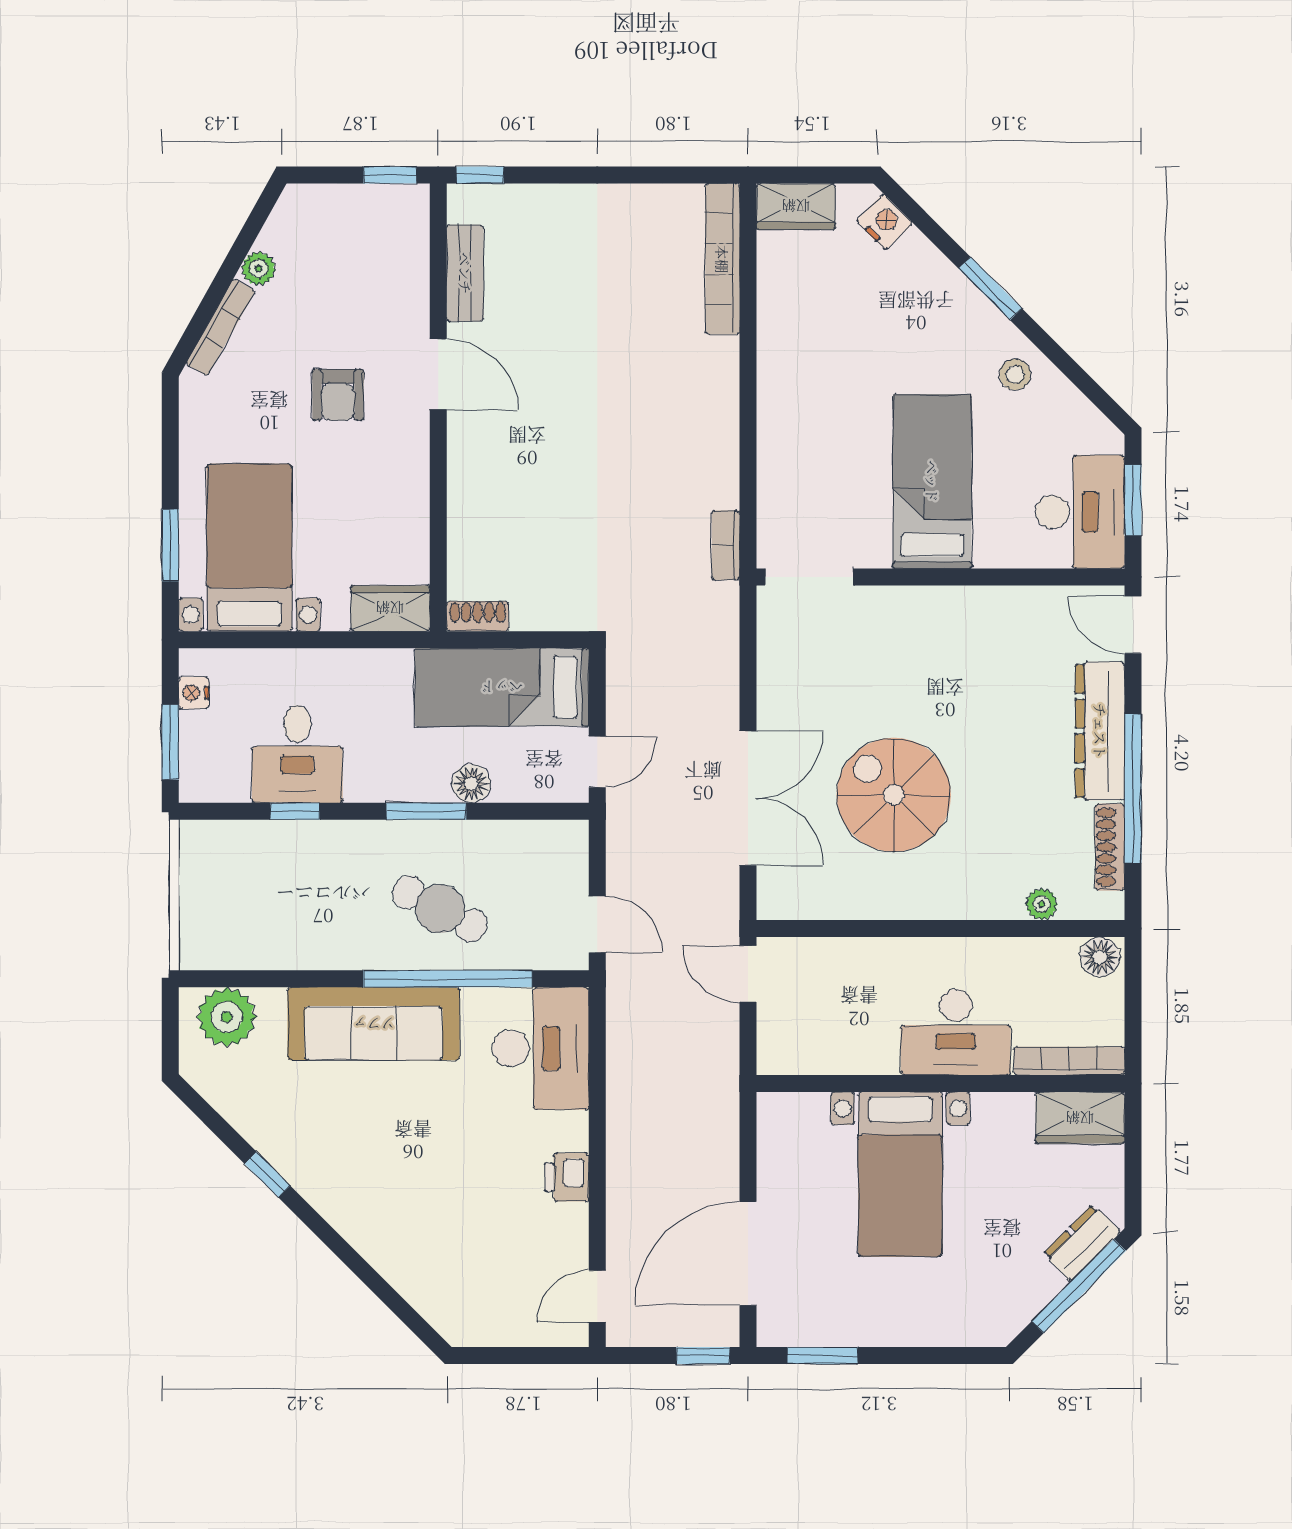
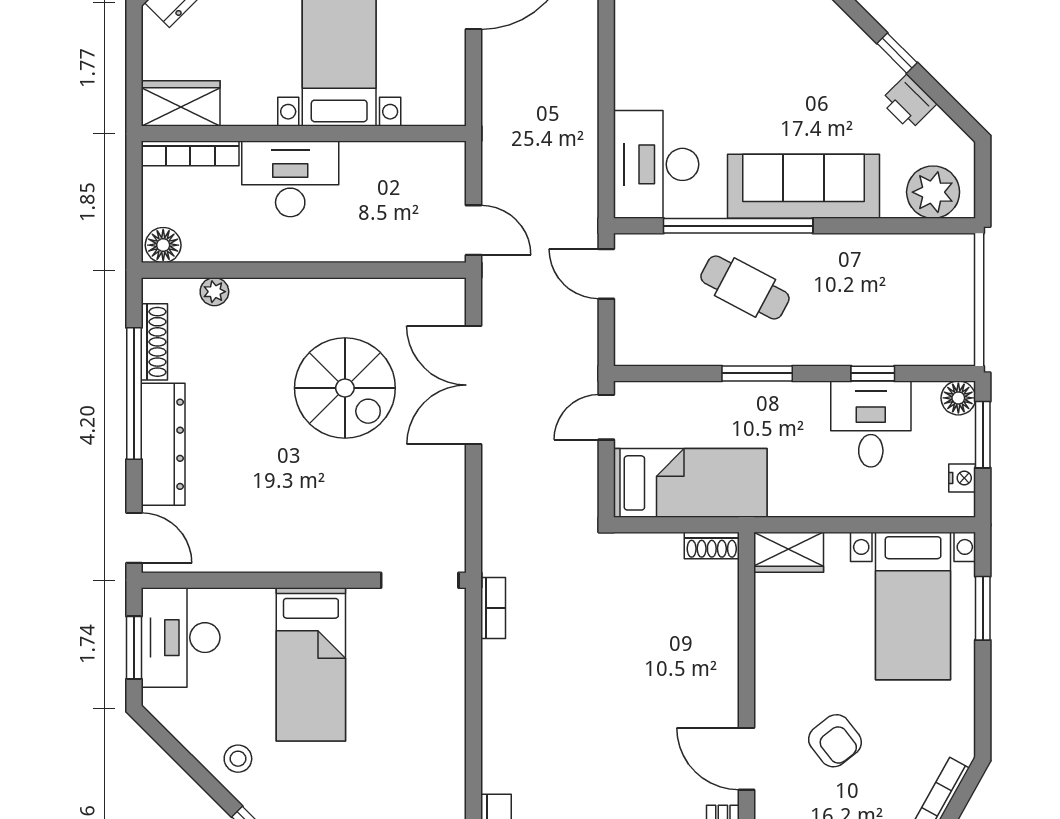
armchair: (338, 395) -> (835, 741), turned 142
floor lamp: (471, 784) -> (958, 398), moved
printer: (567, 1177) -> (908, 102), moved, turned 135

